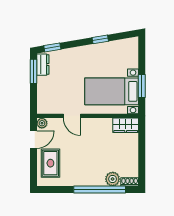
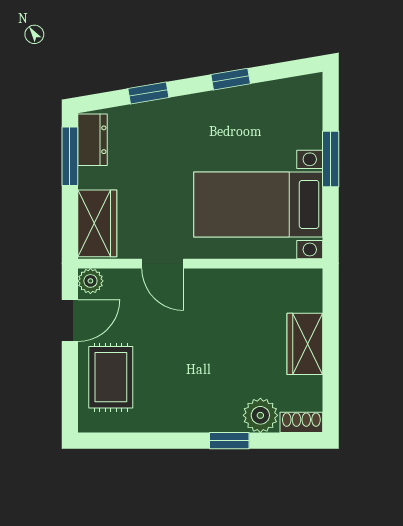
window: (52, 47) -> (148, 93), moved
window: (142, 86) -> (331, 159), moved
wardrobe: (45, 99) -> (97, 223), added
wardrobe: (126, 125) -> (305, 344), moved, turned 90
window: (100, 190) -> (229, 441), width x0.32

